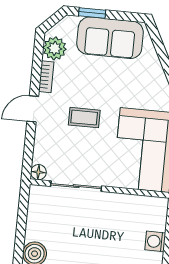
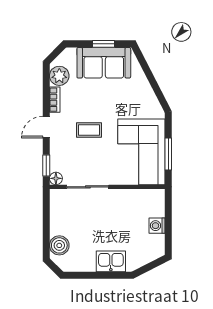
window: (92, 13) -> (104, 44), moved
window: (28, 155) -> (46, 166), added

